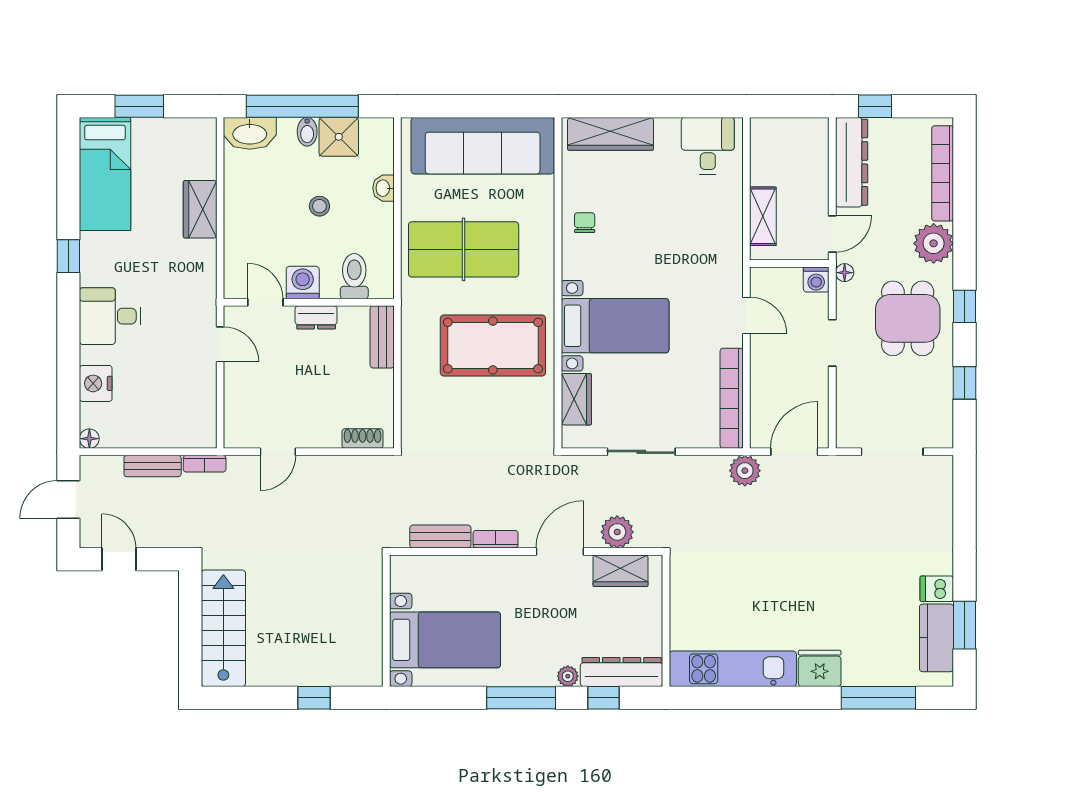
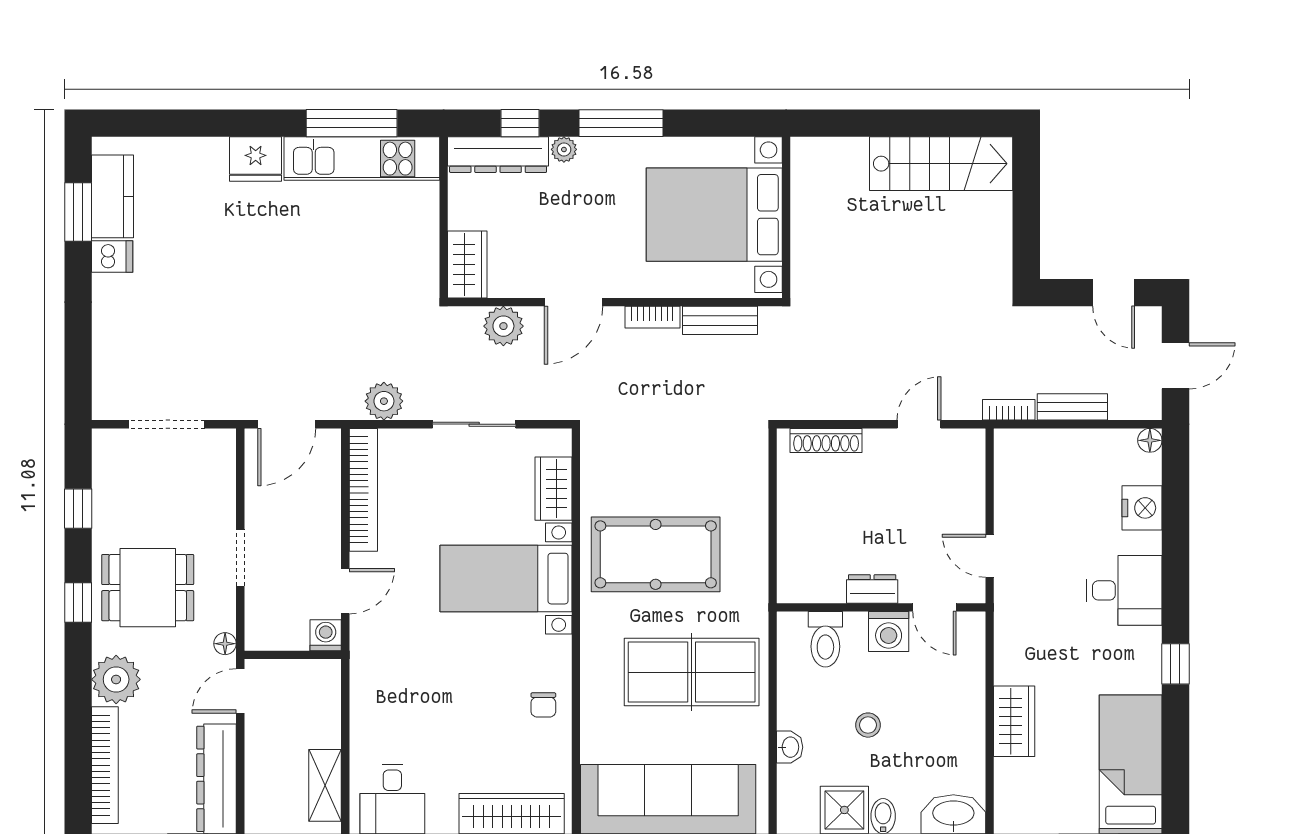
shelving: (763, 216) -> (325, 785), moved
washing machine: (816, 280) -> (326, 635), moved
door: (746, 315) -> (345, 591), swing flipped
dining table: (908, 318) -> (148, 588), turned 90
bench: (382, 337) -> (791, 565), removed
shoe rack: (363, 439) -> (826, 440), width x1.43
plant: (745, 471) -> (384, 401), moved
wardrobe: (621, 571) -> (467, 264), moved, turned 90
stairs: (223, 628) -> (941, 164), moved, turned -90
bed with nightstands: (445, 640) -> (714, 215), width x1.36
window: (314, 698) -> (875, 123), removed
window: (878, 698) -> (352, 123), moved

